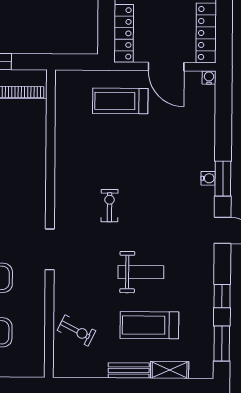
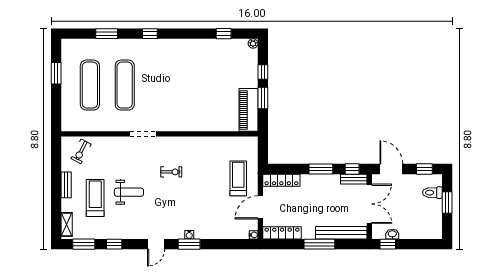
weight bench: (141, 272) -> (129, 192), turned -90
exercise bike: (76, 331) -> (81, 151), moved
shelving: (170, 370) -> (67, 224), moved

